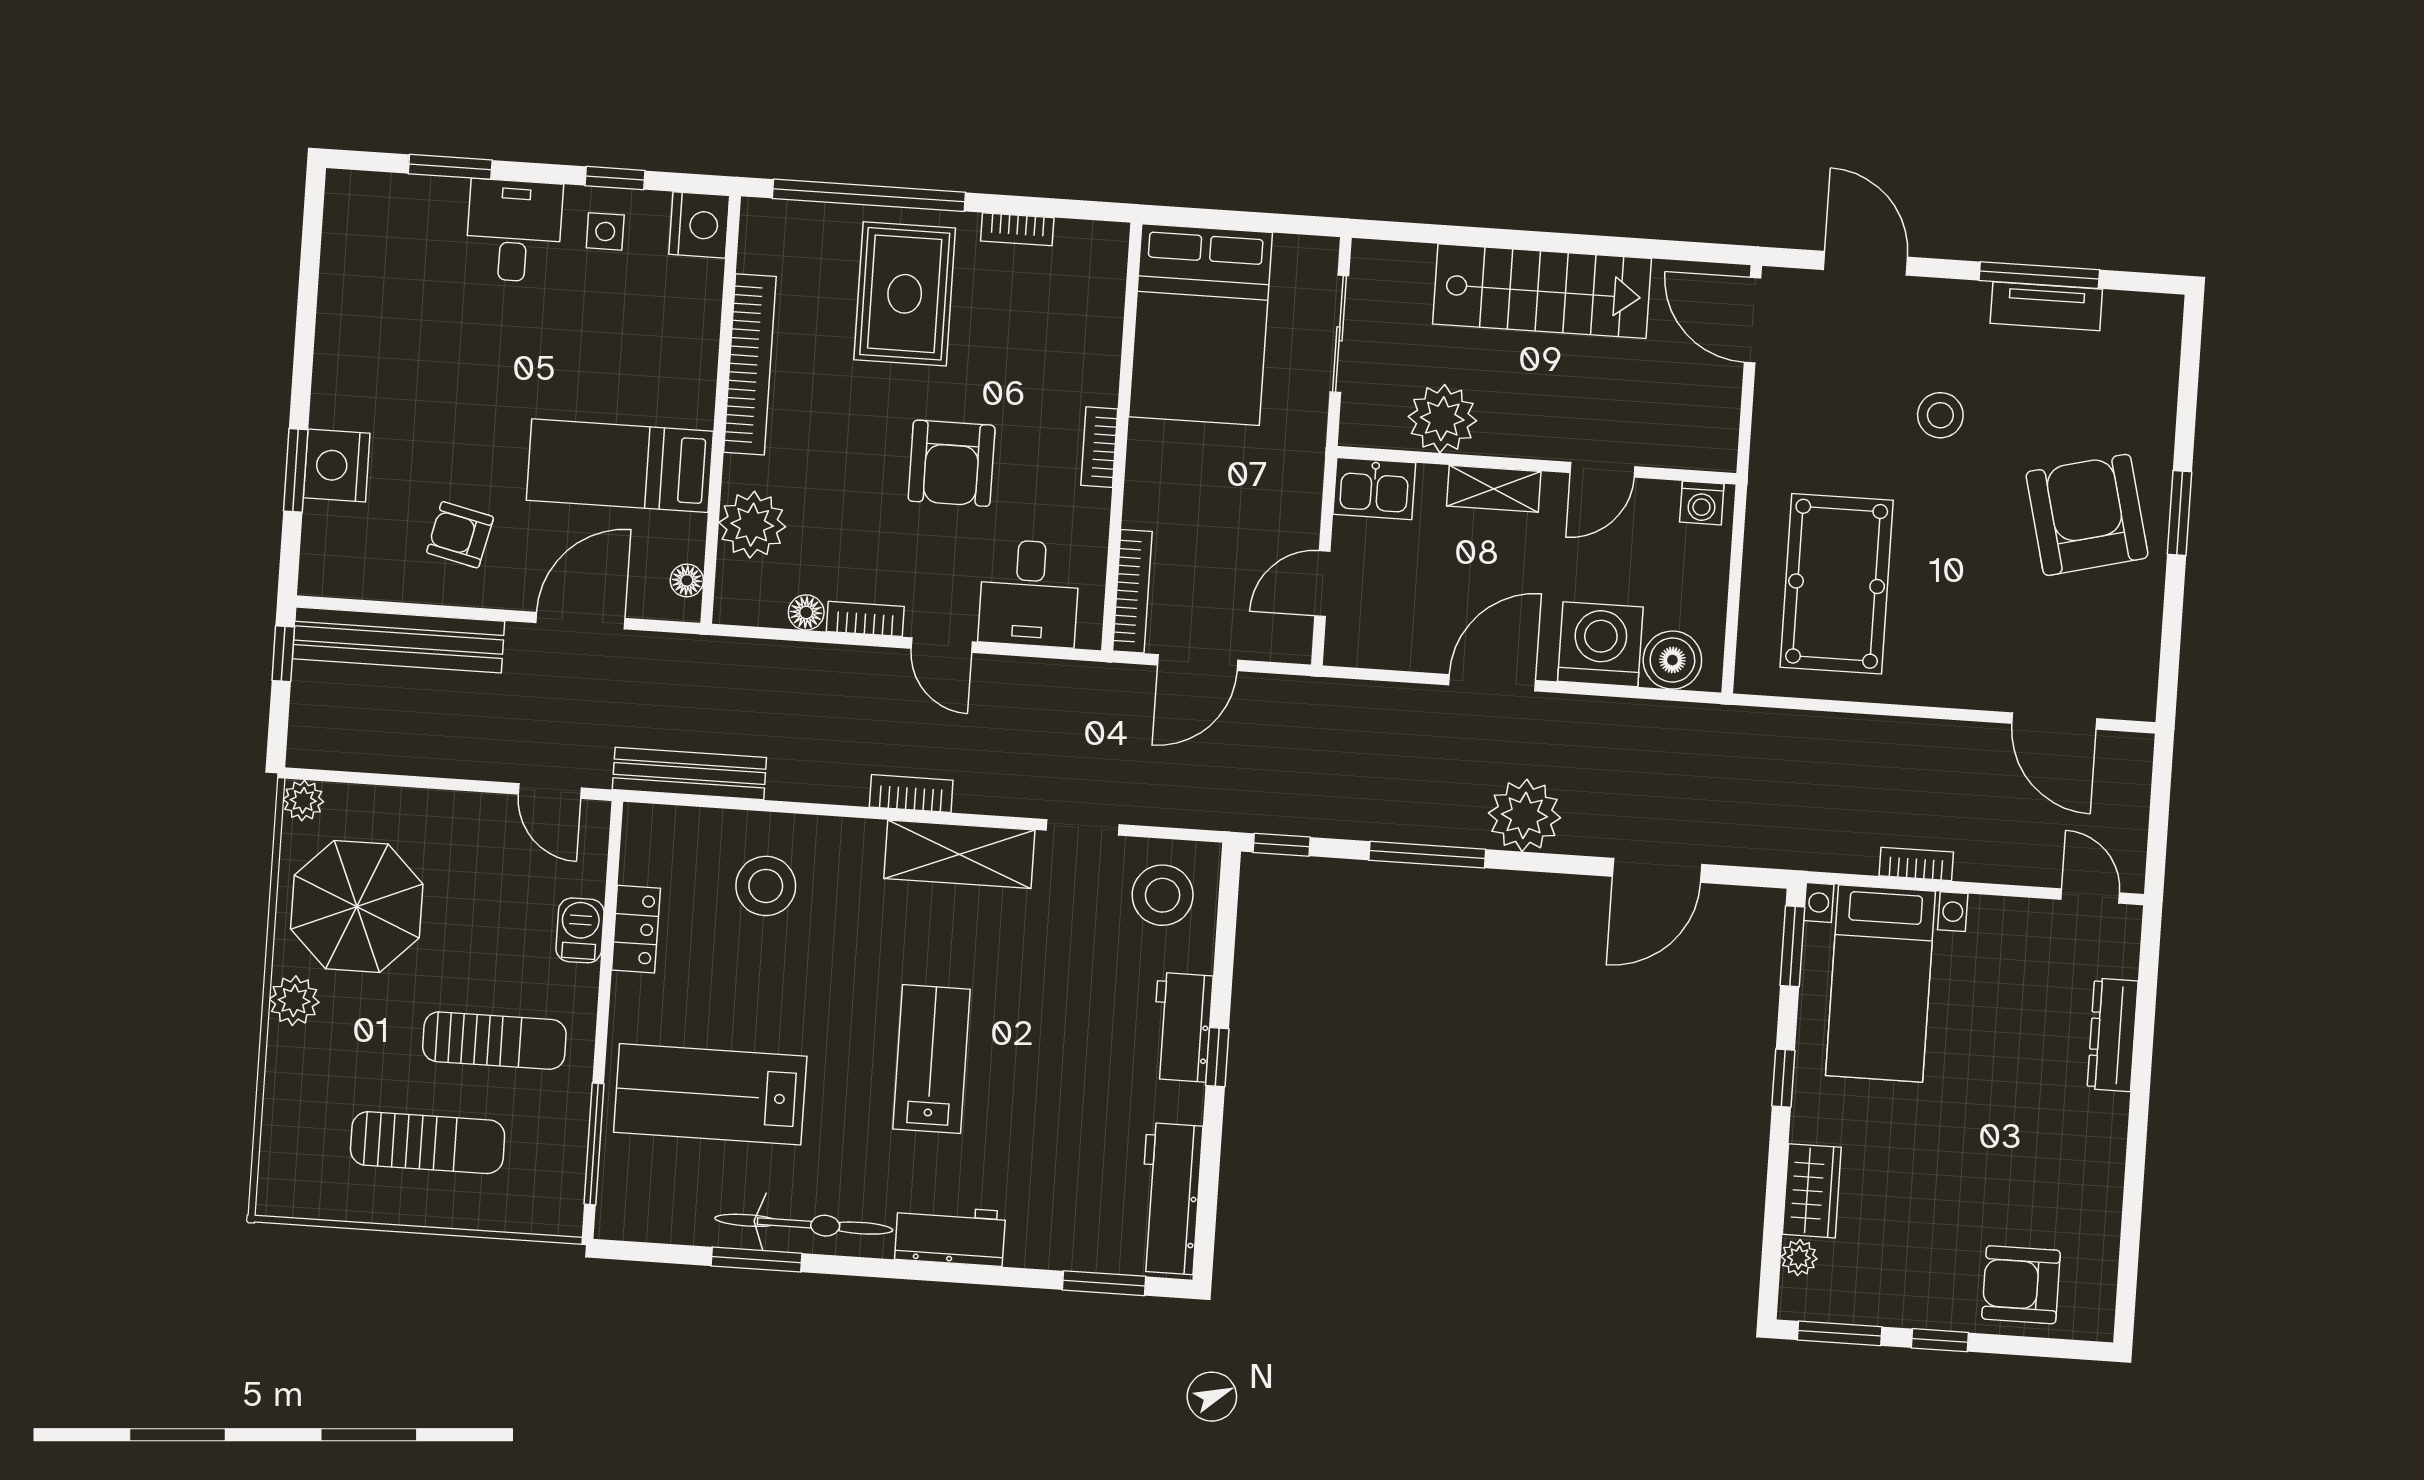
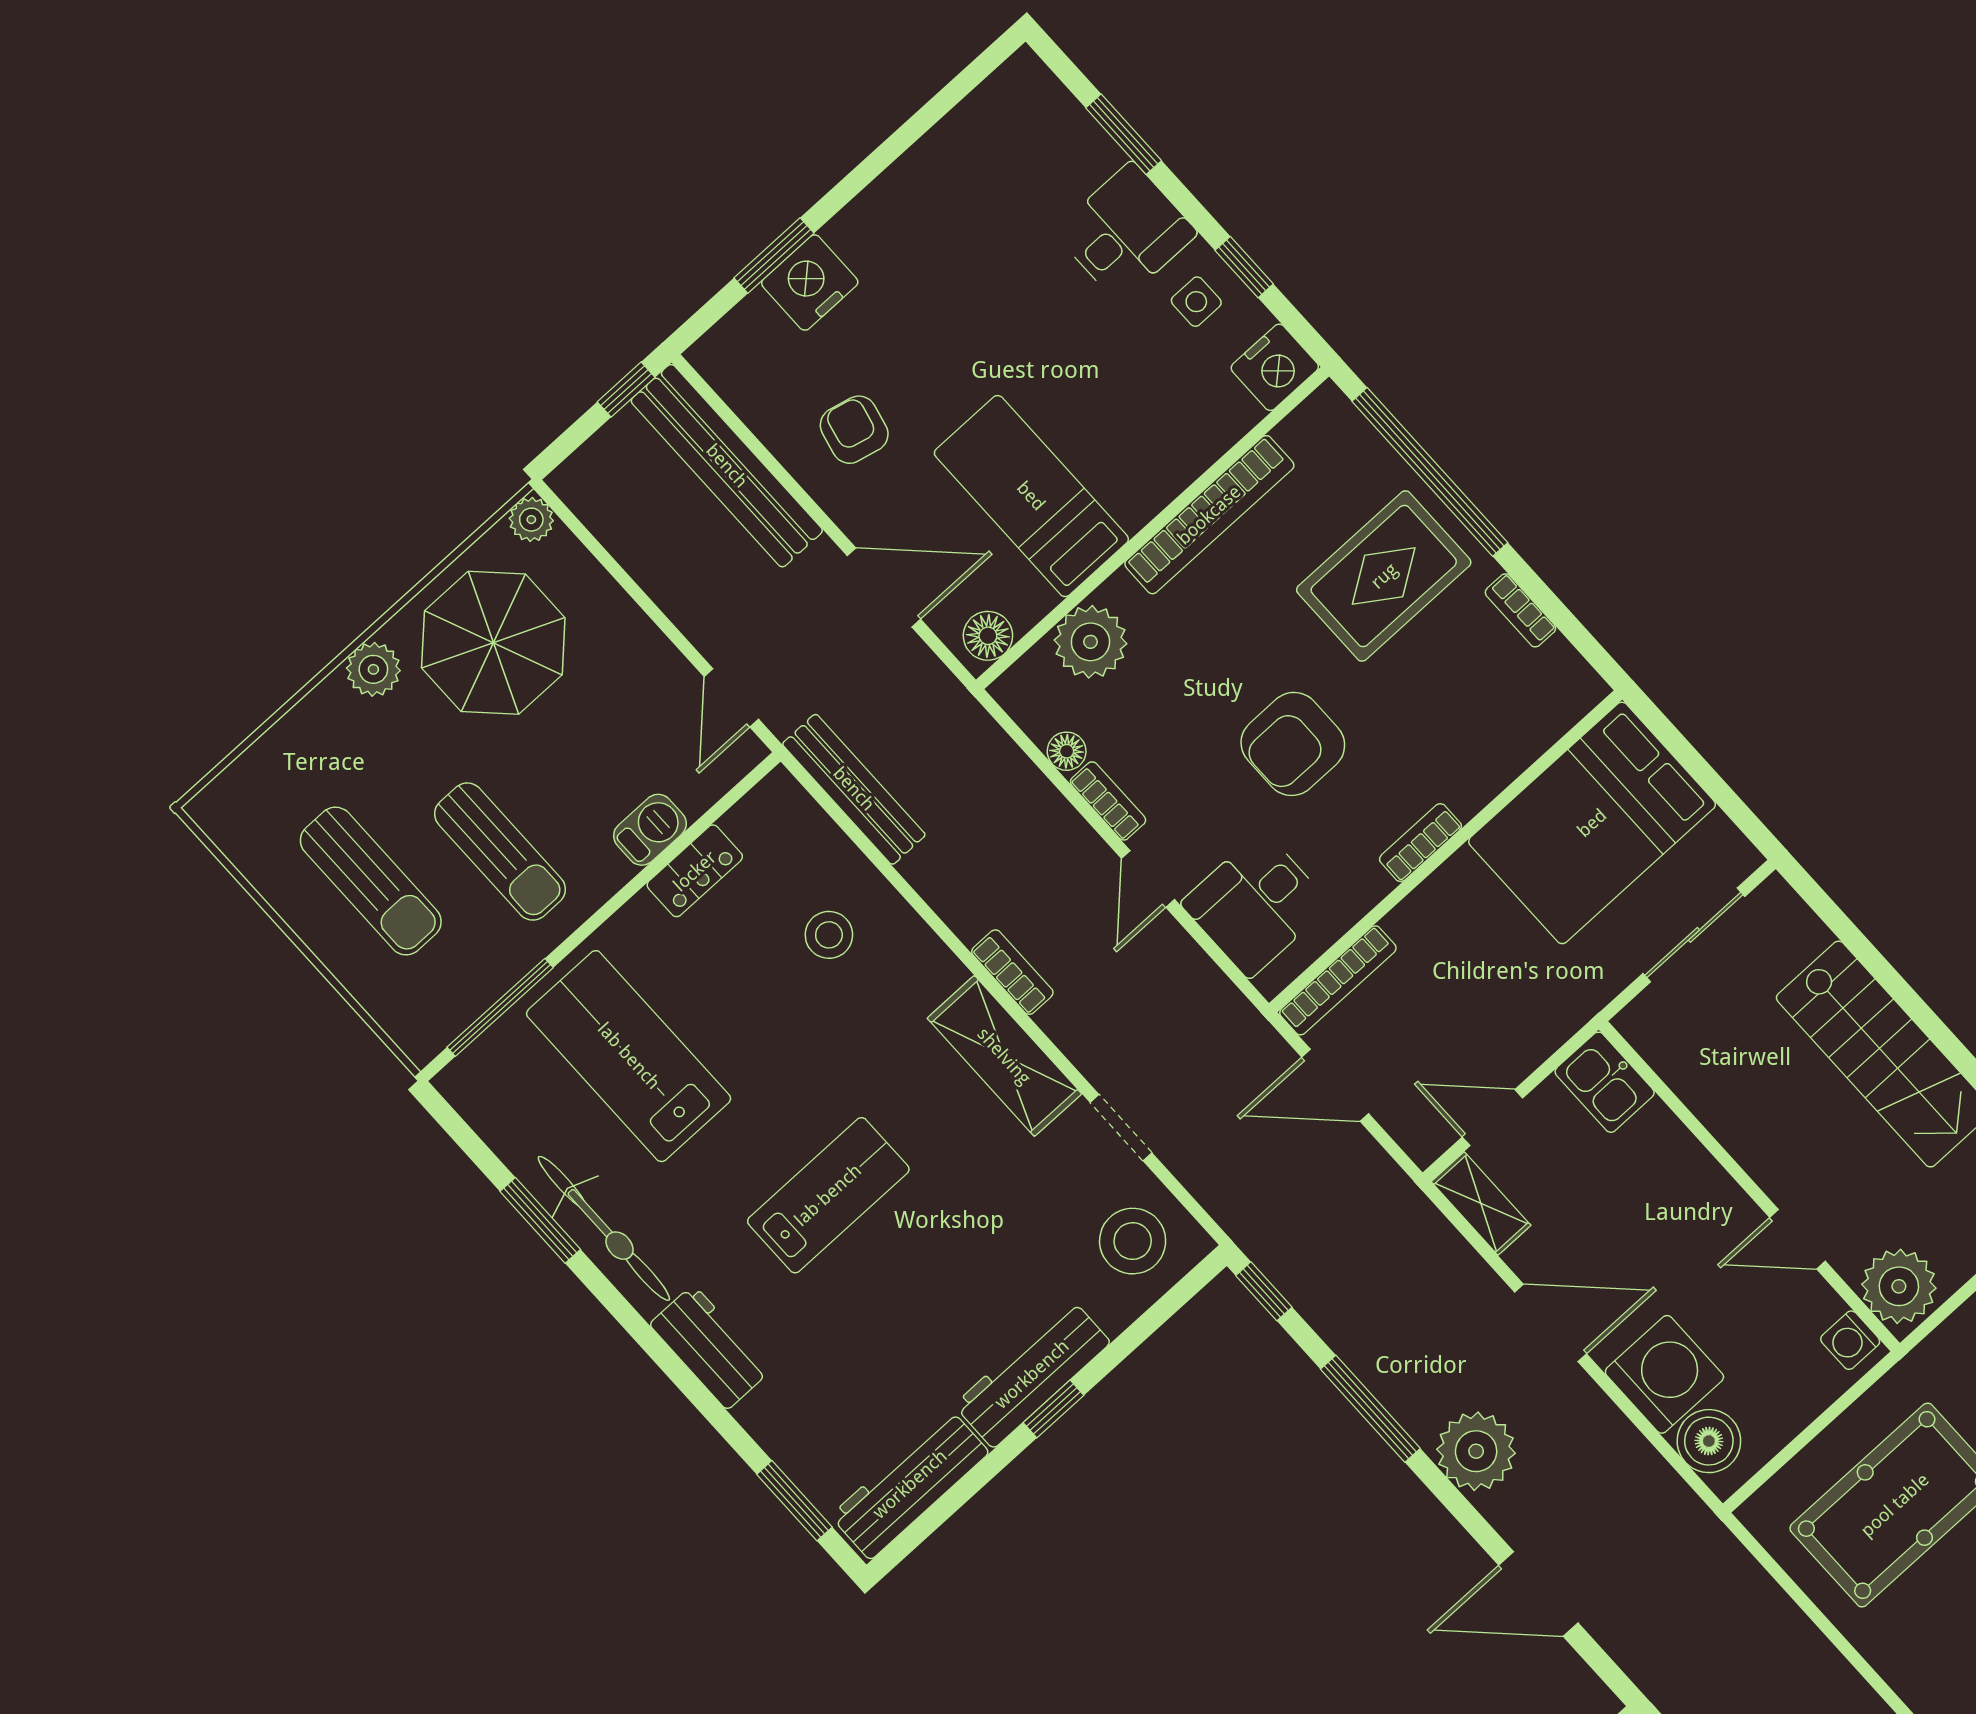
plant: (1442, 419) -> (1899, 1286), moved
shelving: (1494, 489) -> (1481, 1204), moved
floor lamp: (687, 580) -> (988, 636), width x1.37, depth x1.37
stool: (766, 886) -> (829, 935), width x0.73, depth x0.73
workbench: (1182, 1027) -> (1032, 1374), width x1.38

